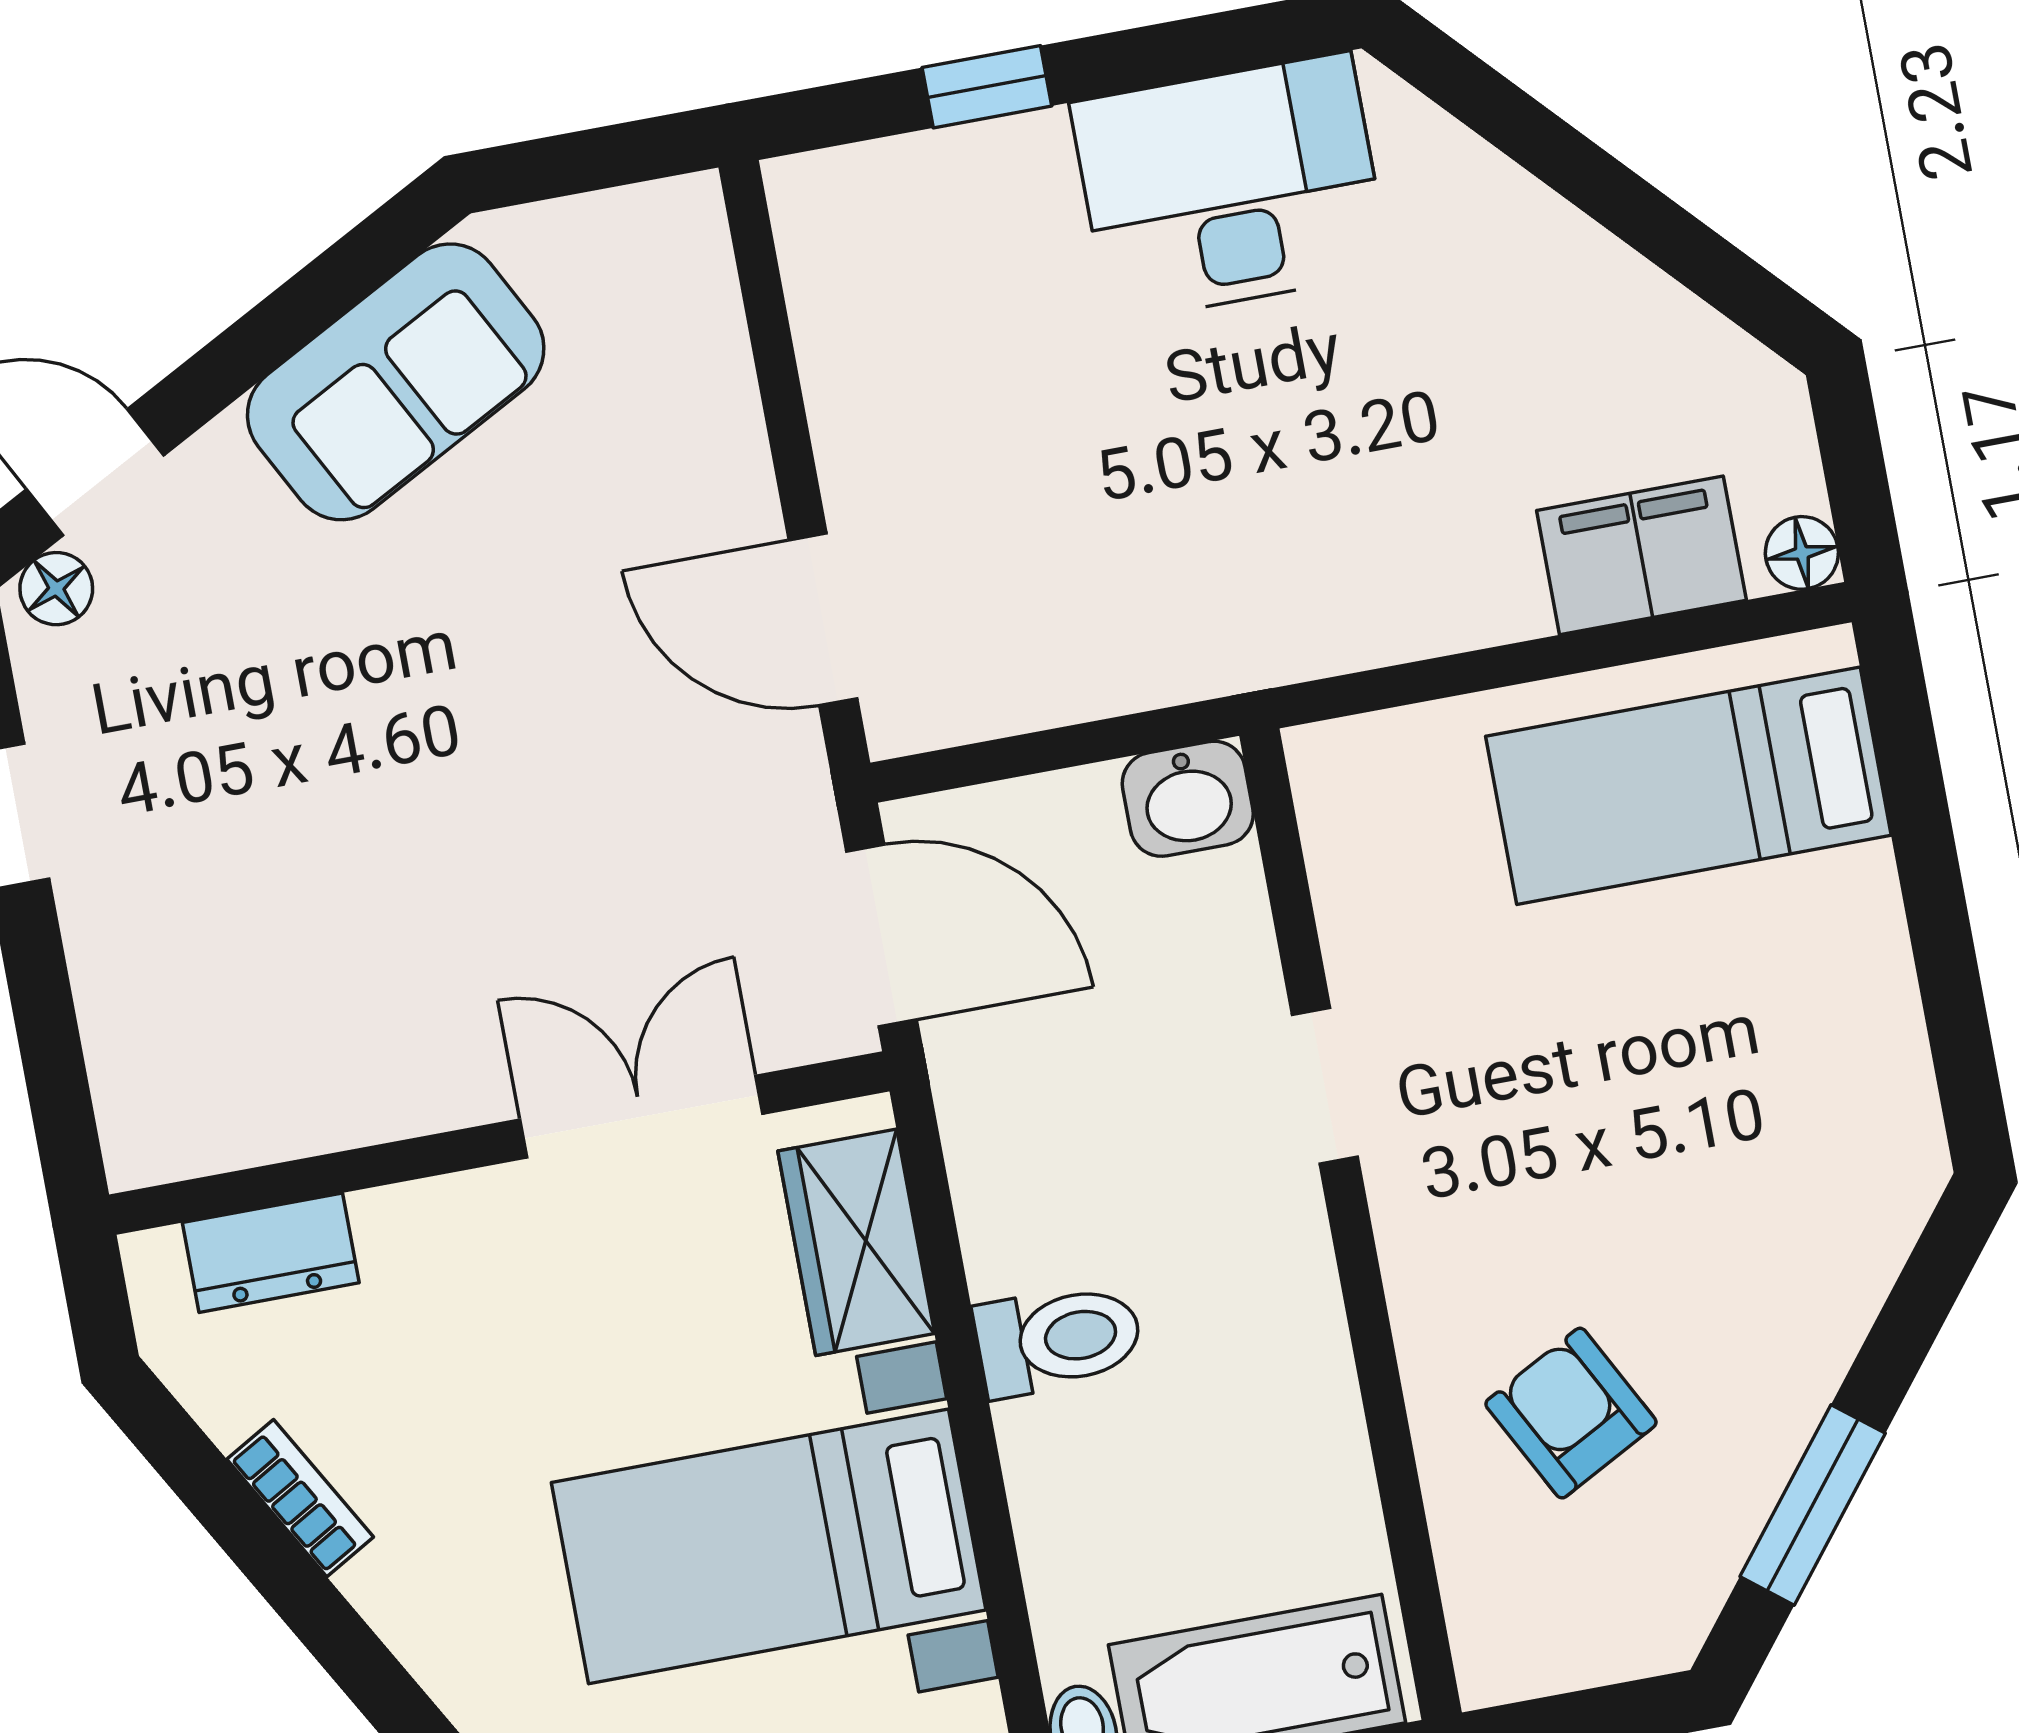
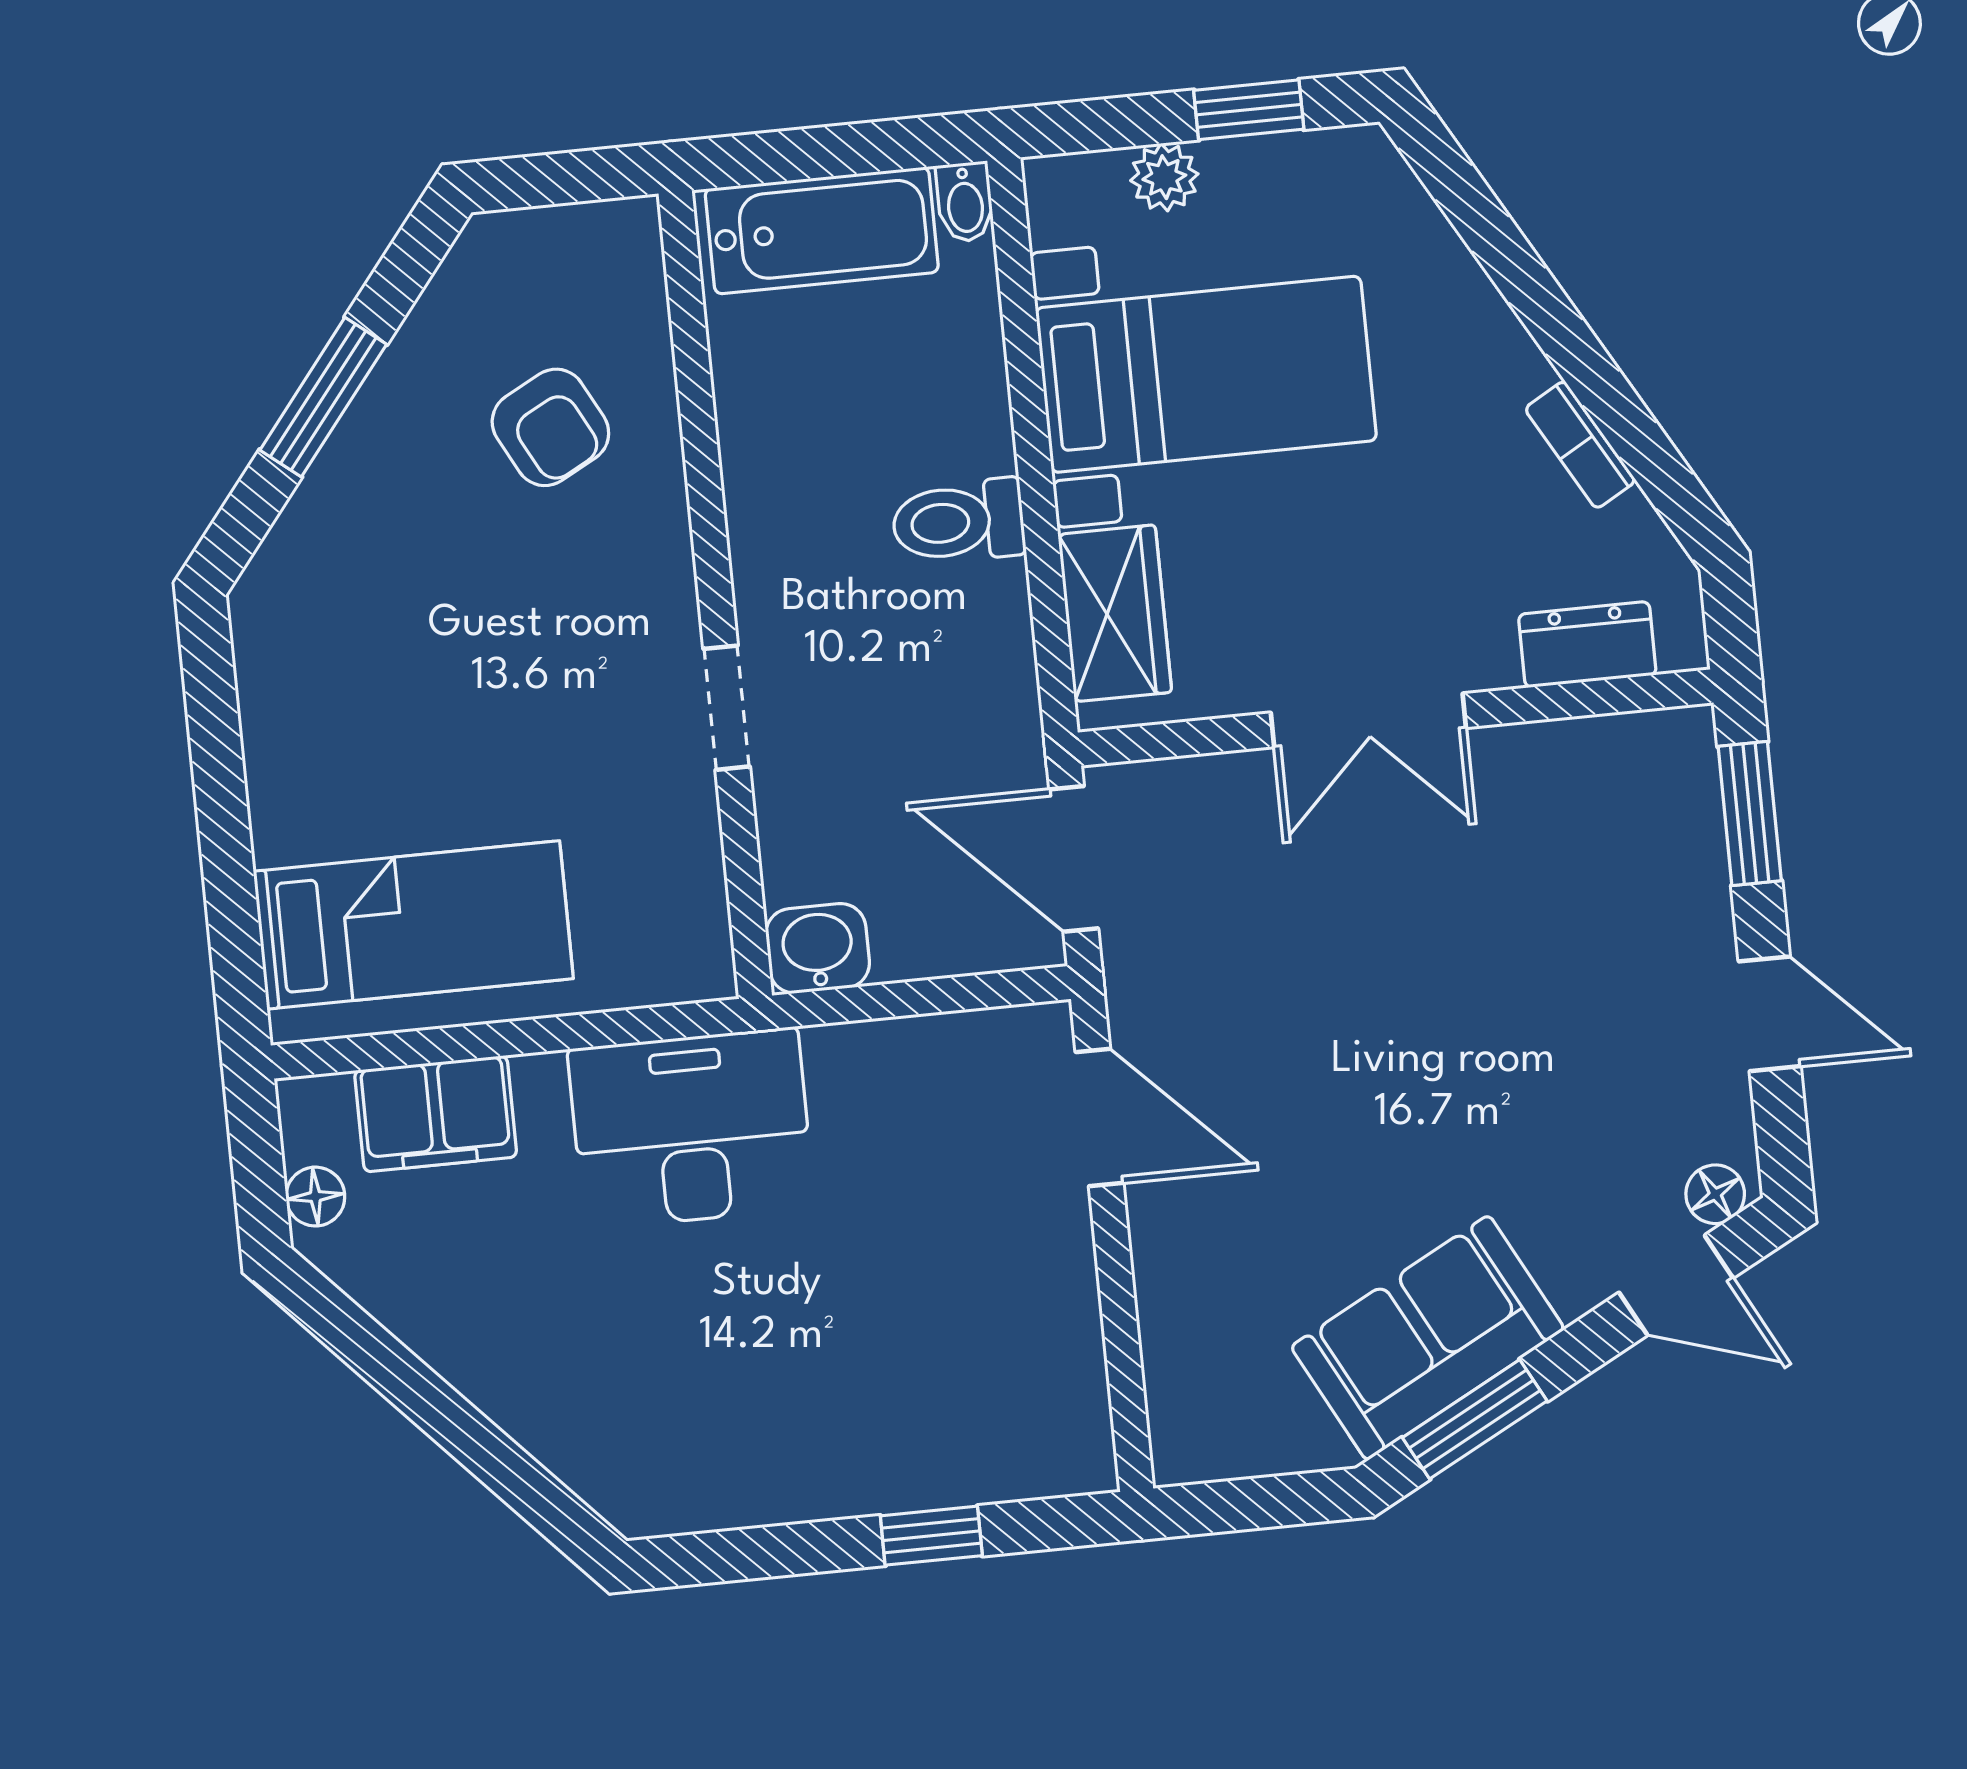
desk: (1230, 187) -> (691, 1128), moved, turned 180
window: (329, 286) -> (1475, 1419), added
floor lamp: (1802, 553) -> (315, 1197), moved
window: (53, 1061) -> (1750, 814), added
double door: (641, 1117) -> (1368, 720), moved
window: (1813, 1505) -> (323, 397), moved

